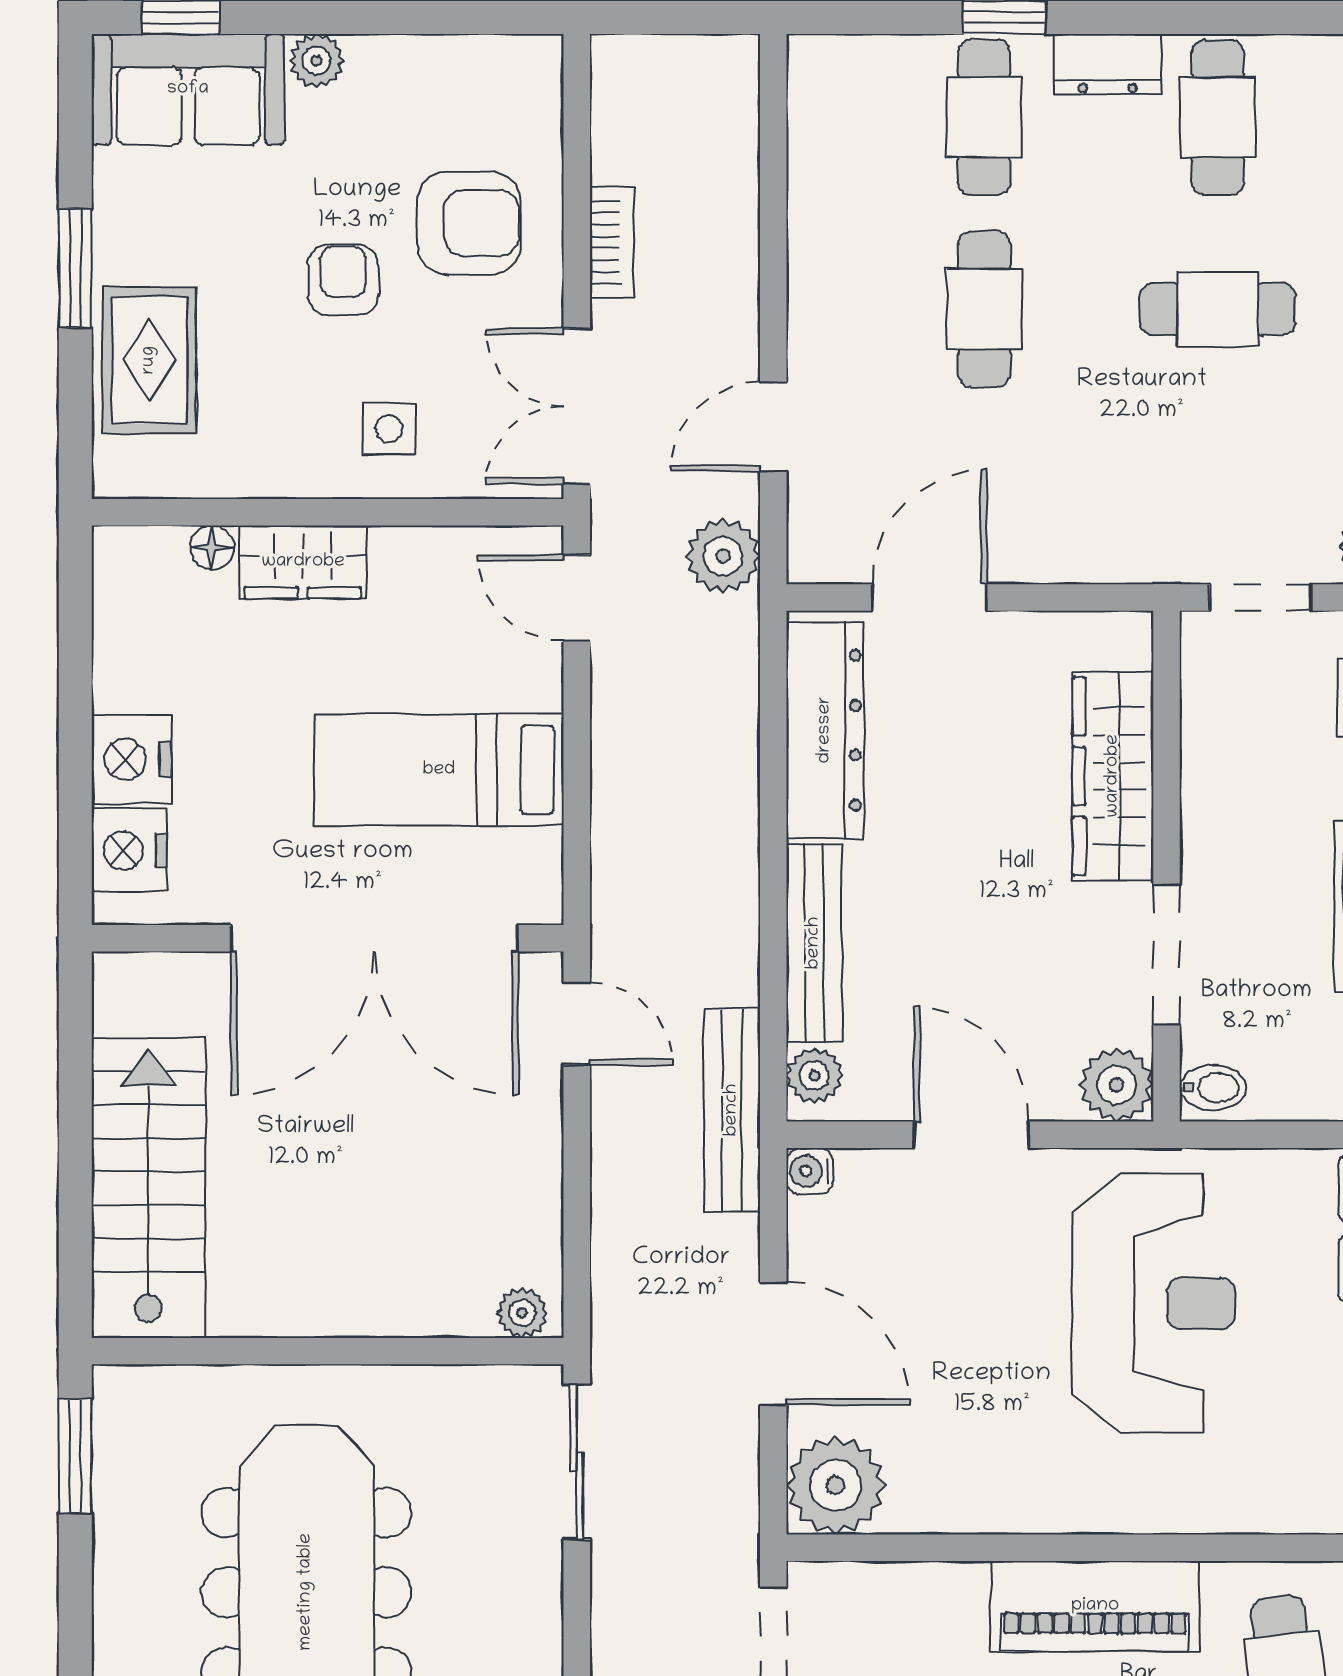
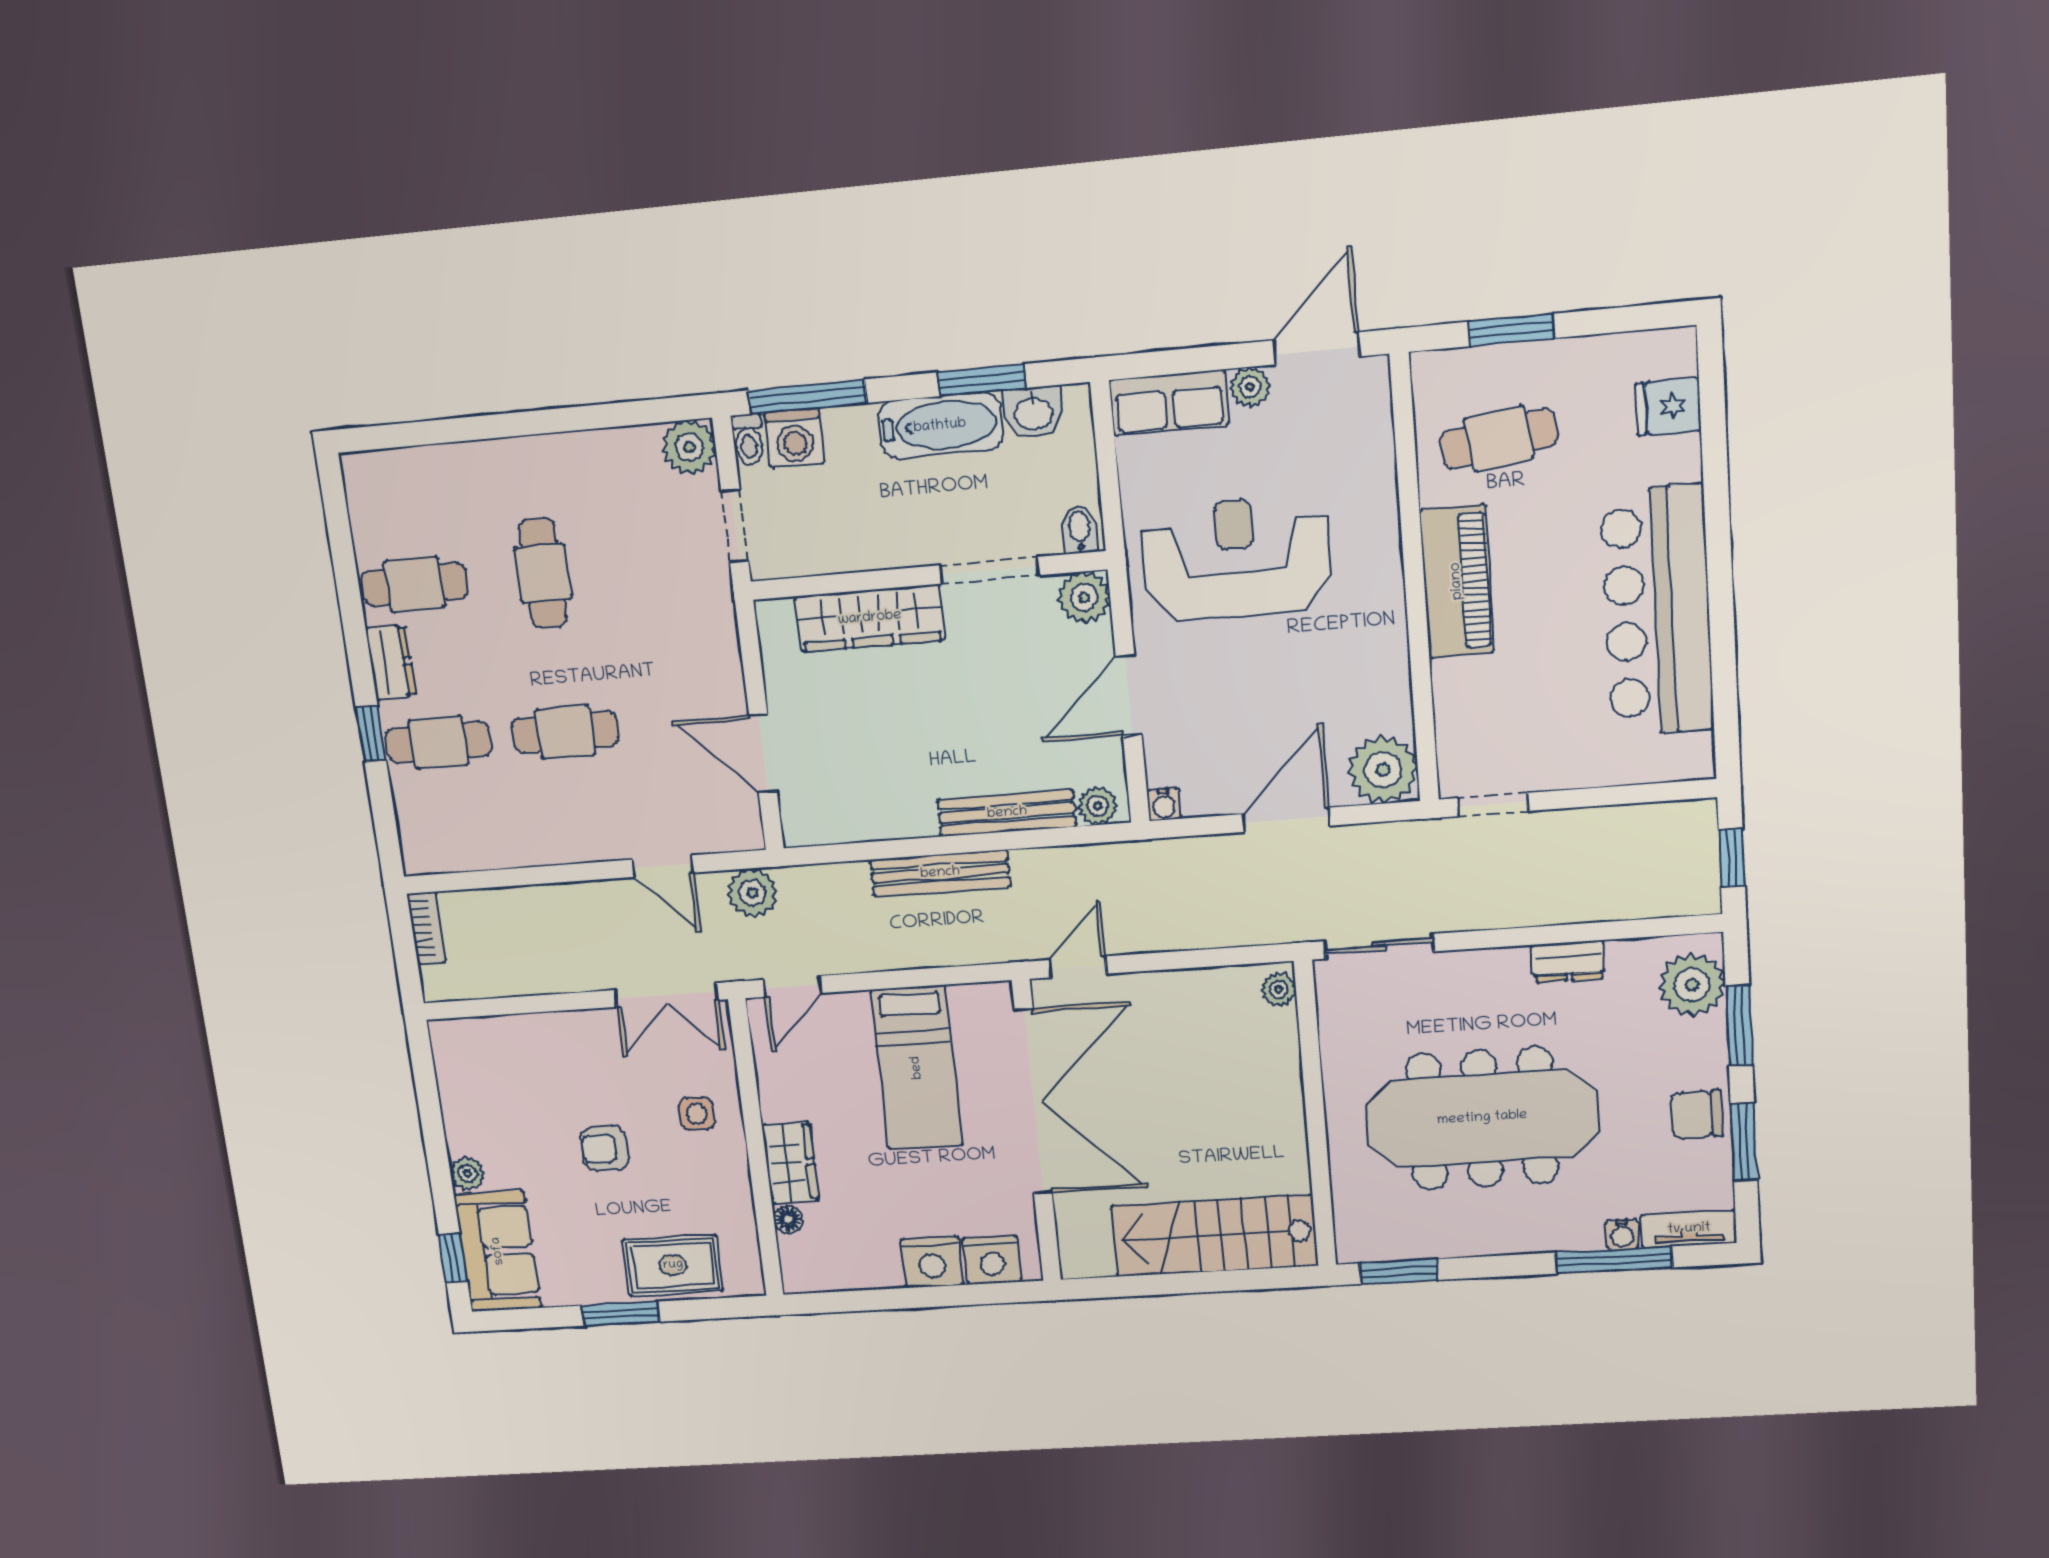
armchair: (469, 223) -> (557, 1072), removed
bookcase: (612, 242) -> (426, 928), moved, turned 90
dresser: (825, 730) -> (861, 817), removed
bench: (732, 1110) -> (940, 873), moved

